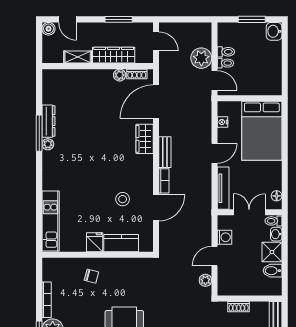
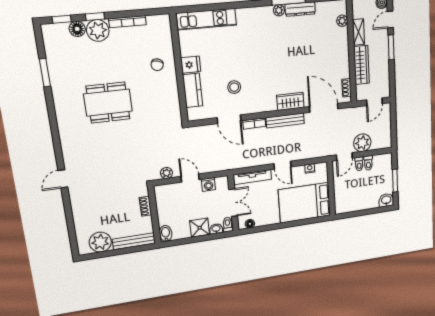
window: (119, 19) -> (391, 47), moved
plant: (120, 75) -> (342, 21), moved
bench: (165, 152) -> (285, 121), width x1.36
bidet: (272, 271) -> (166, 233), moved

